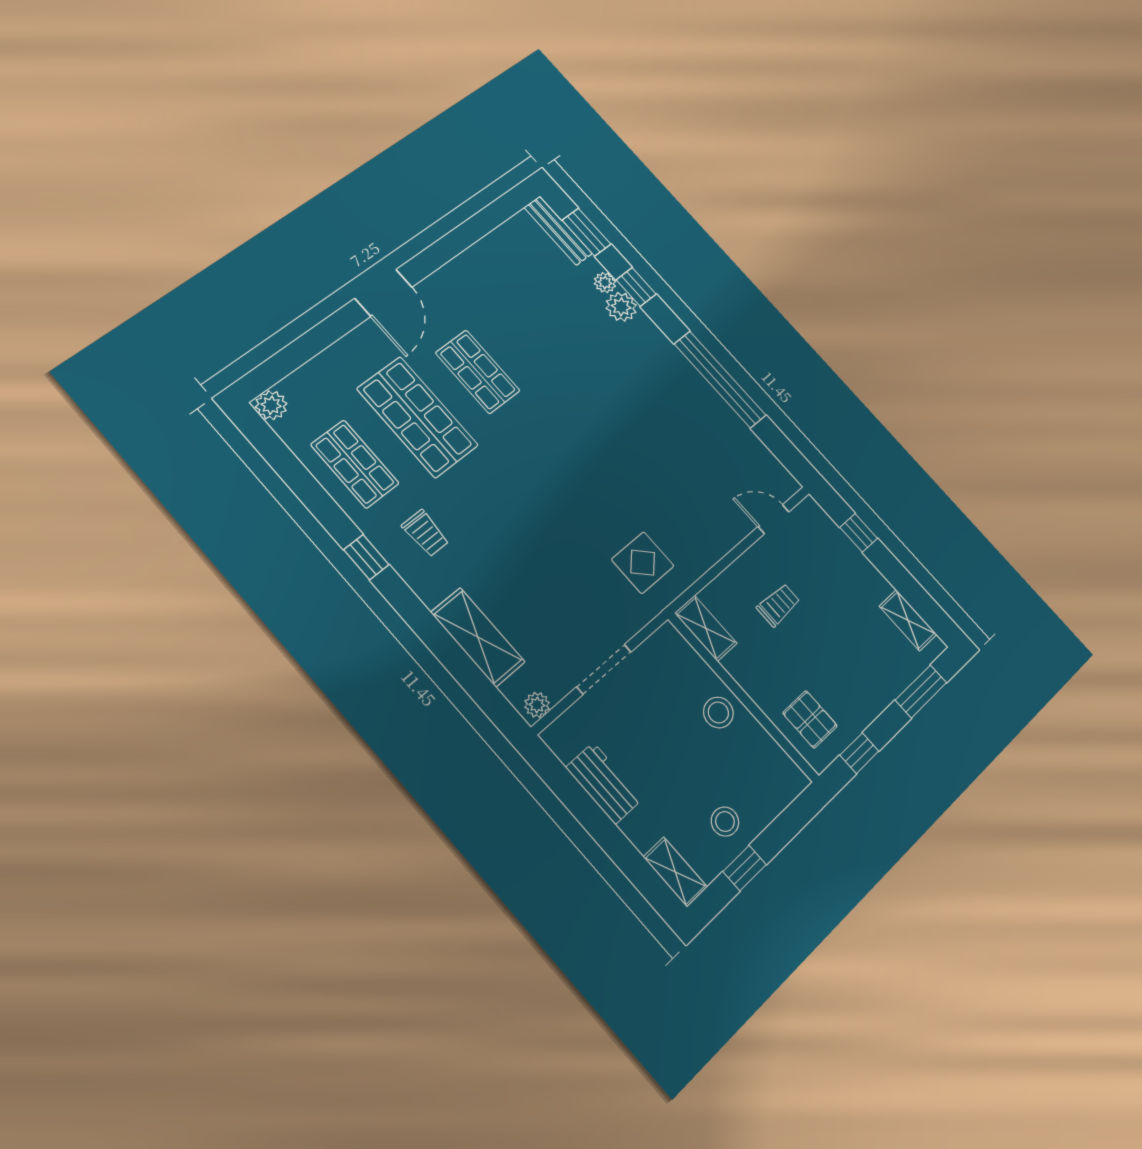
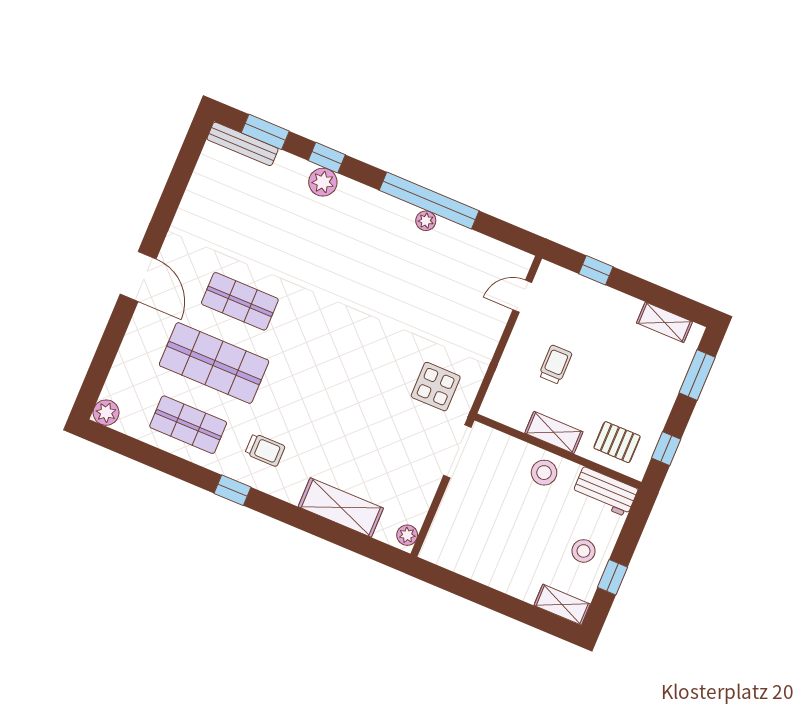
plant: (605, 283) -> (426, 221), moved
shelving: (706, 628) -> (554, 432), moved
doorway: (604, 669) -> (457, 451), moved
workbench: (604, 783) -> (605, 492), moved, turned 180

